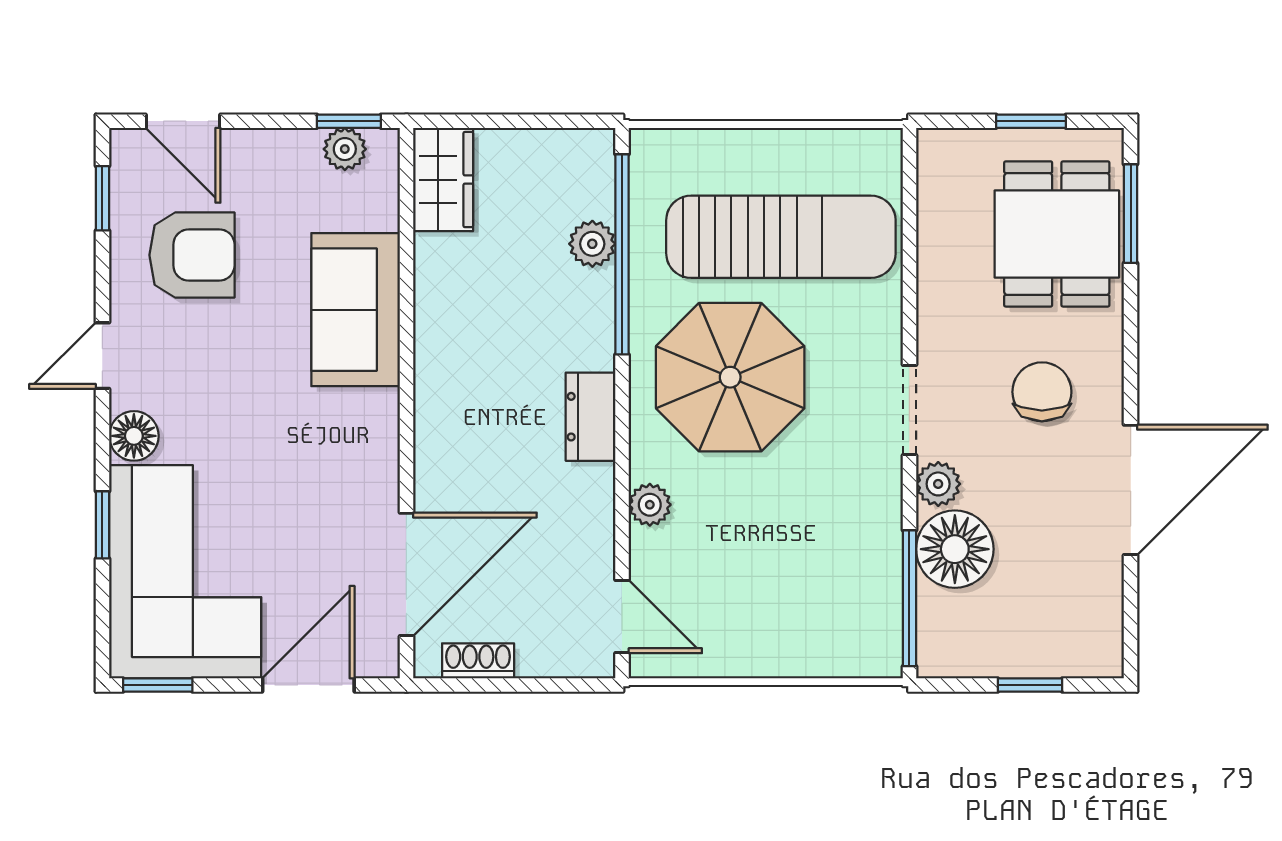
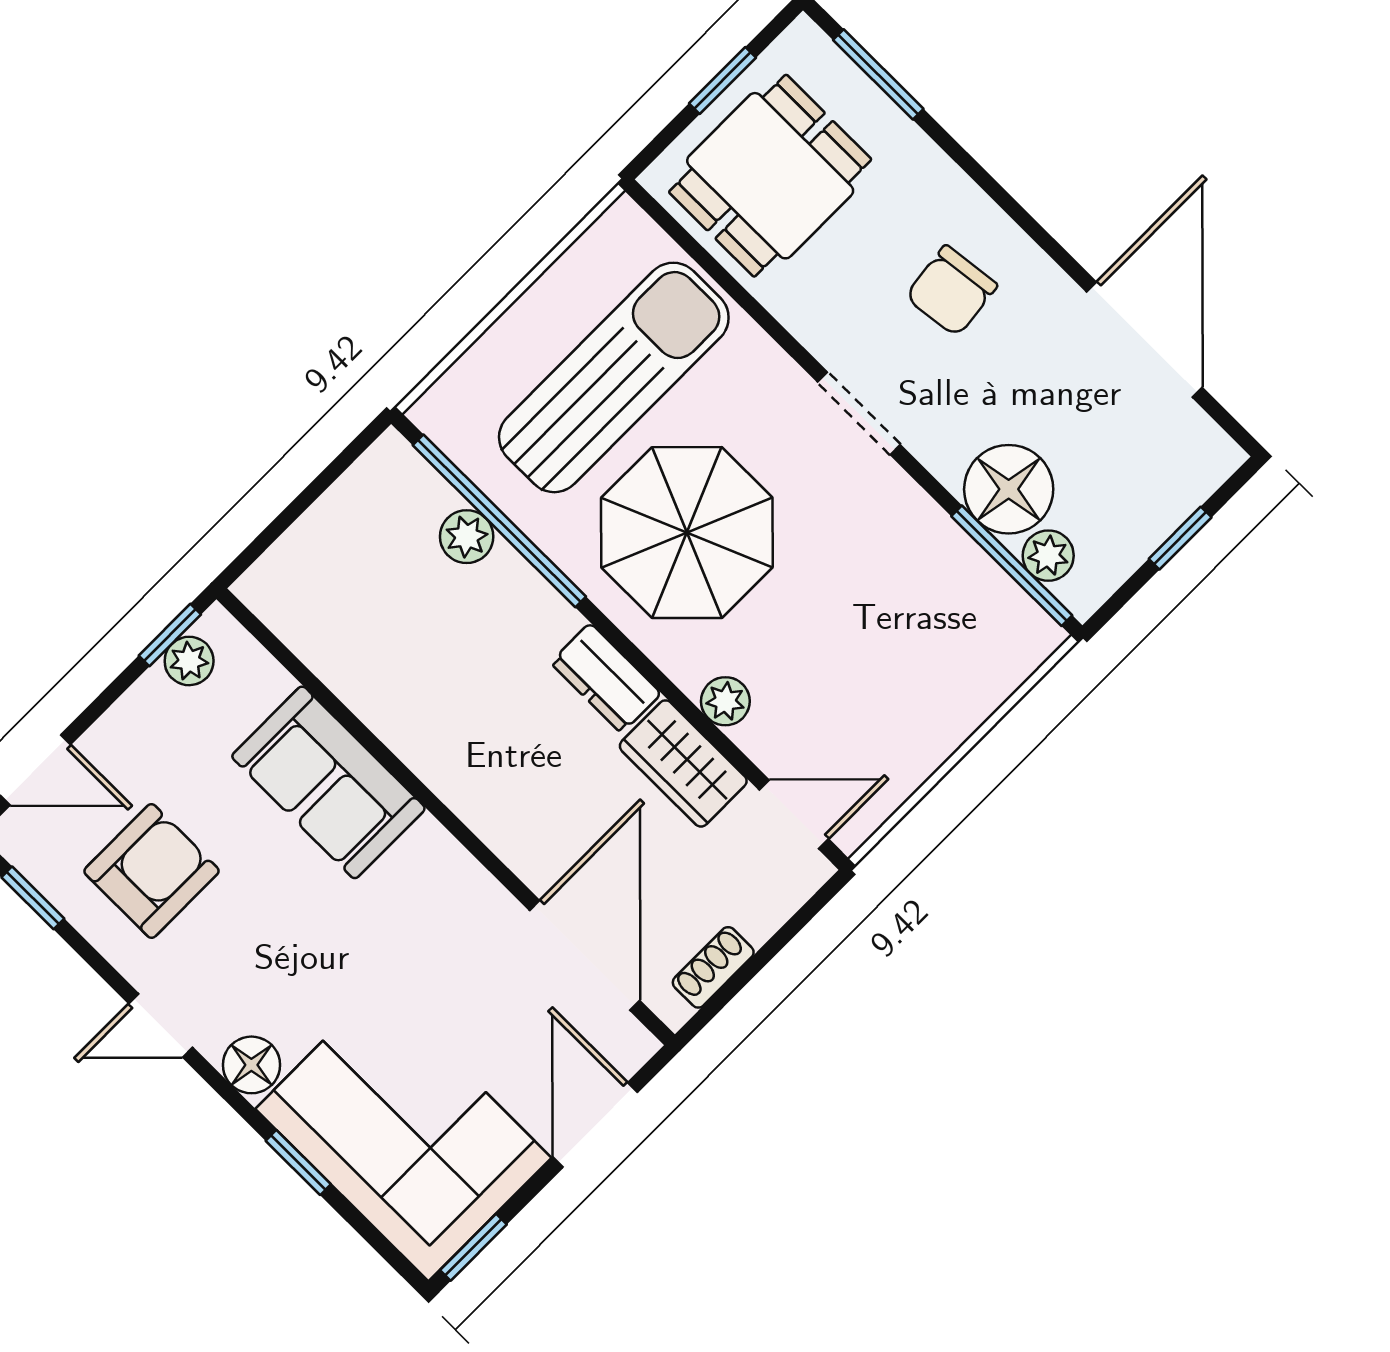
wardrobe: (443, 180) -> (683, 763), moved, turned 180
dining table: (1057, 234) -> (770, 176), moved, turned 90
door: (102, 356) -> (161, 1025), hinge flipped
chair: (1042, 392) -> (951, 291), turned -97
plant: (938, 484) -> (1048, 556), moved
door: (1131, 490) -> (1144, 340), moved

